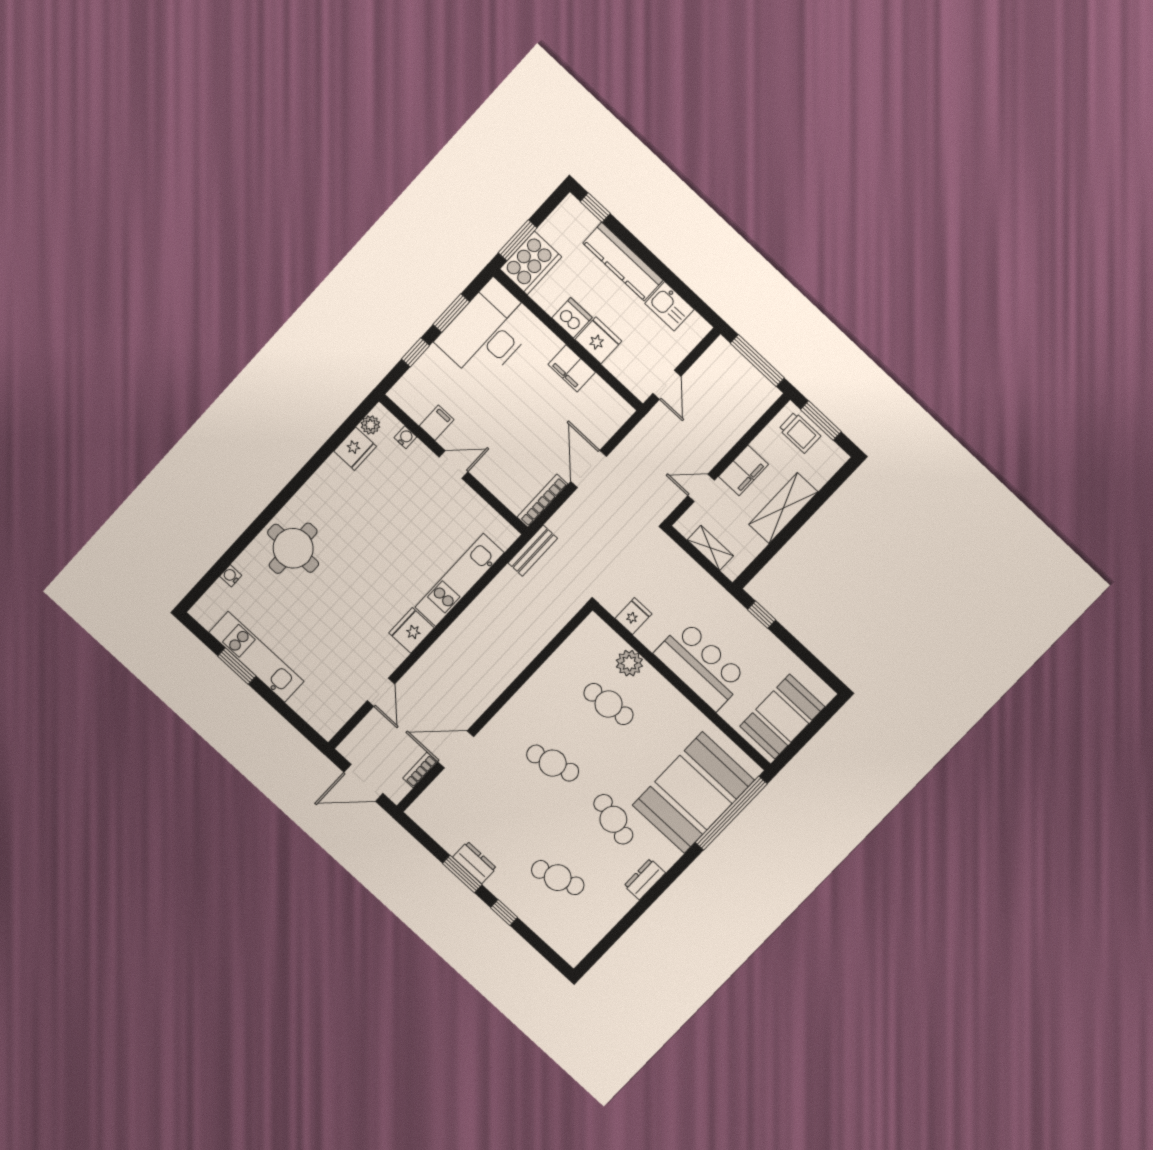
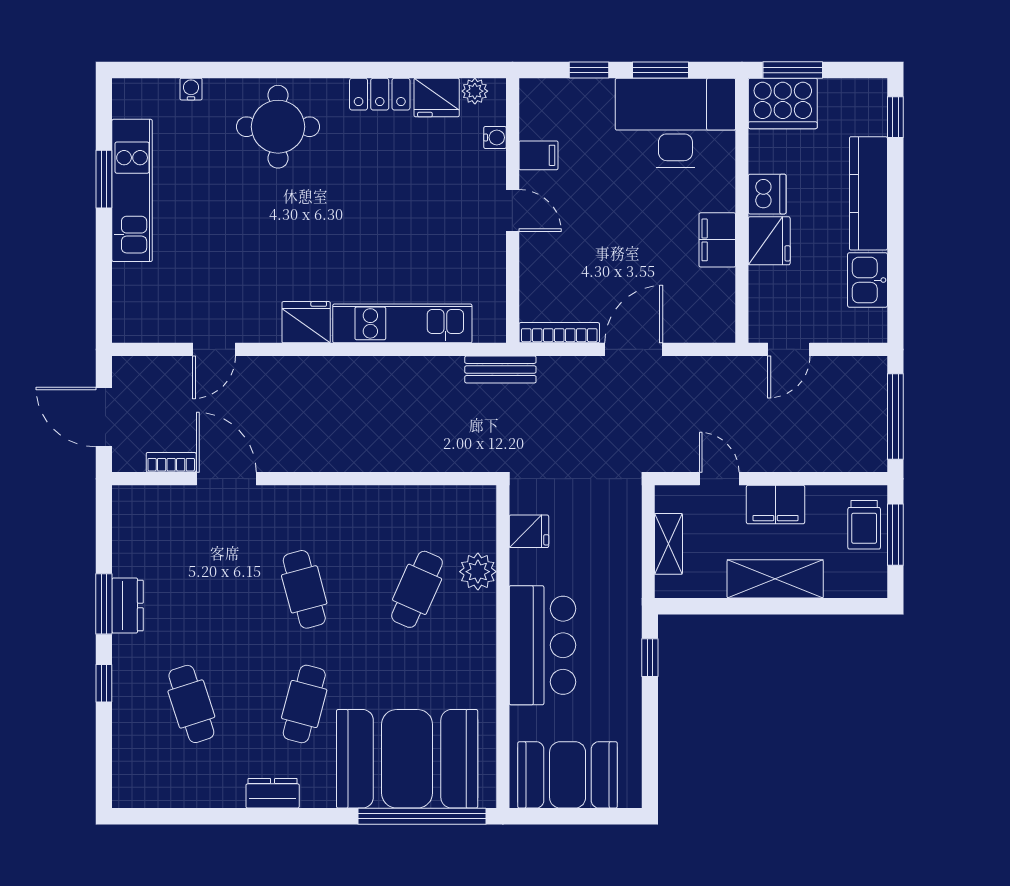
locker: (325, 478) -> (380, 94), added
cafe table: (609, 704) -> (417, 589), turned 30

